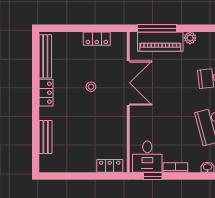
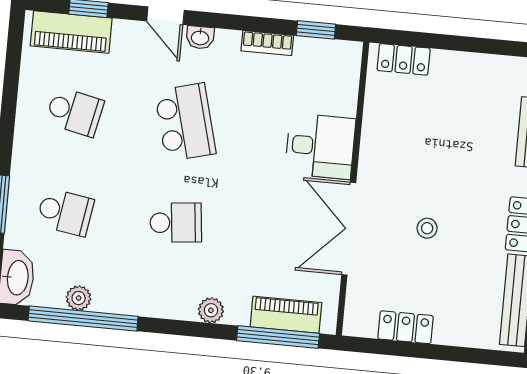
piano: (160, 42) -> (286, 315), width x0.73, depth x0.75
desk: (147, 157) -> (320, 146), moved, turned 90

